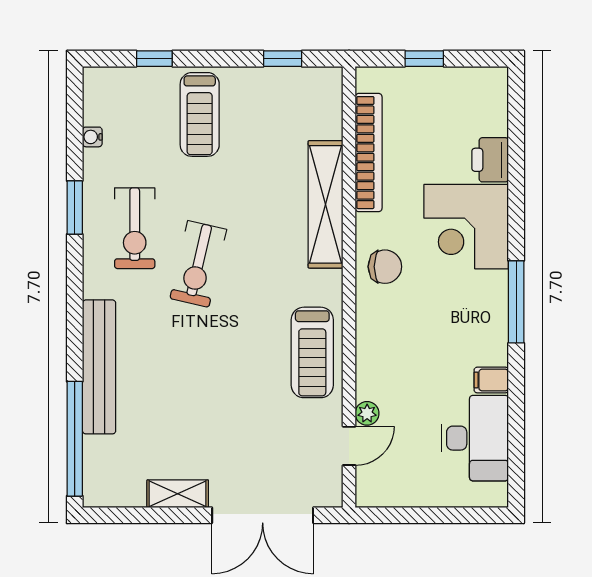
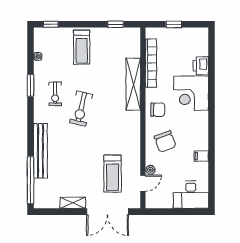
window: (154, 59) -> (51, 24), moved
exercise bike: (135, 228) -> (55, 94), width x0.73, depth x0.72
window: (516, 302) -> (211, 124), removed
chair: (403, 344) -> (165, 141), added
treadmill: (312, 352) -> (113, 174), moved
desk: (475, 438) -> (191, 195), moved, turned 90

